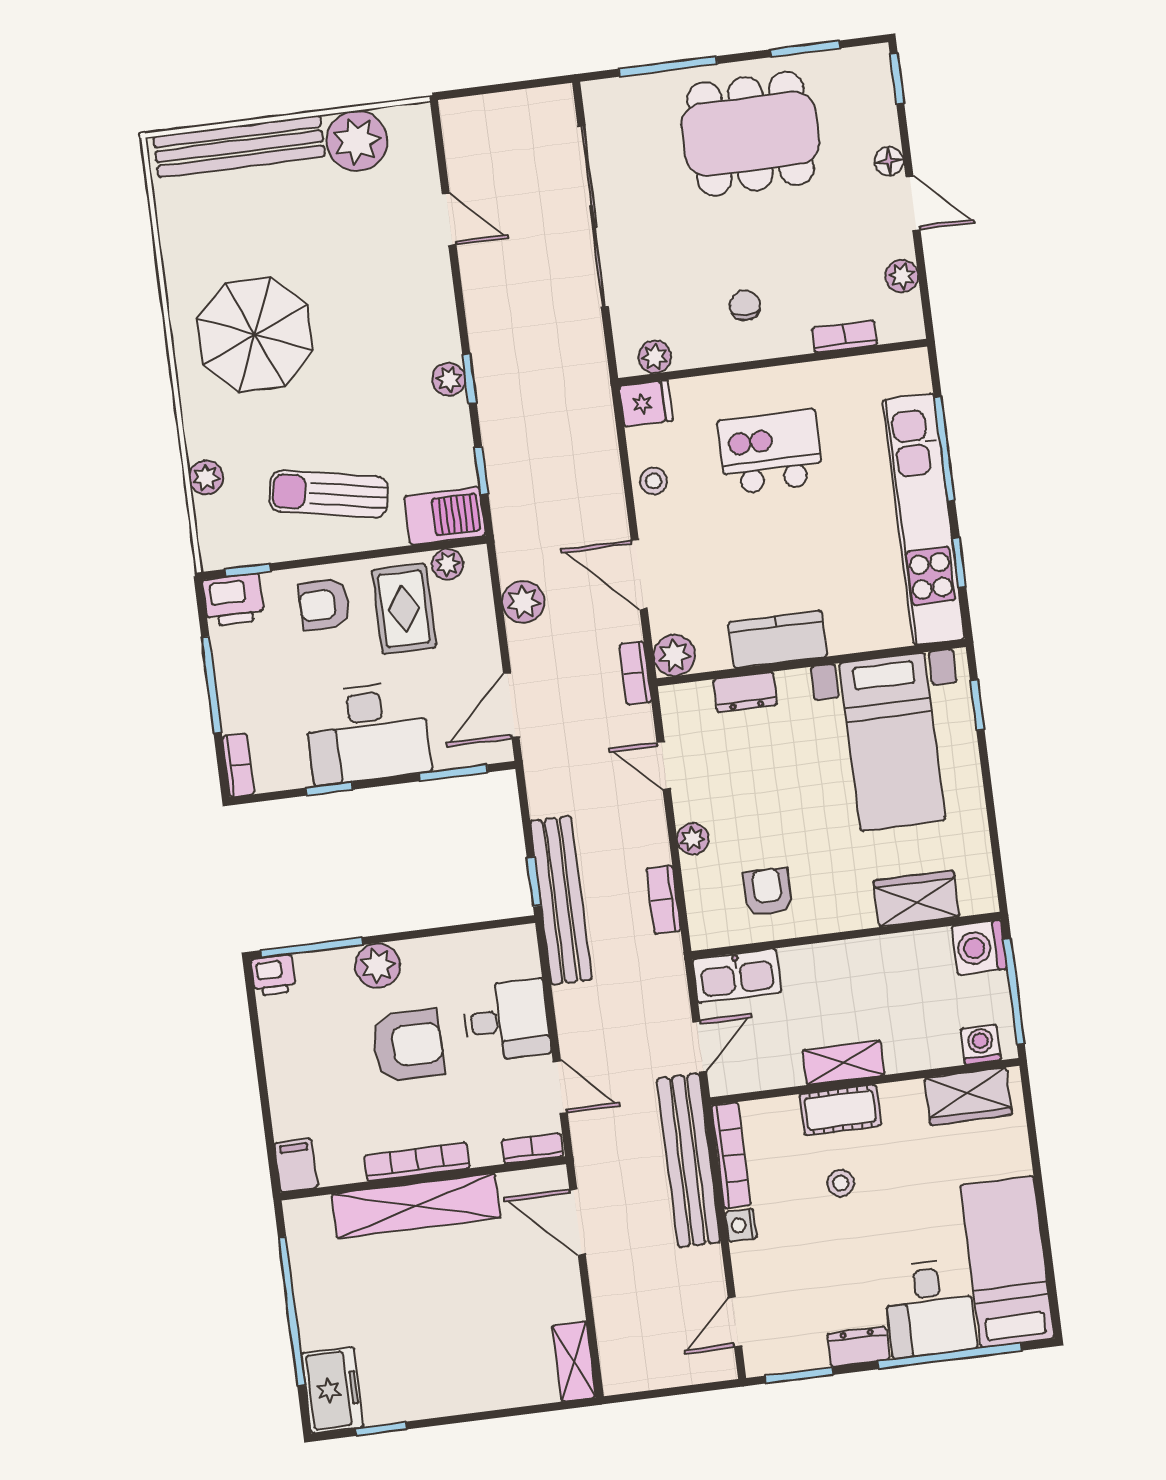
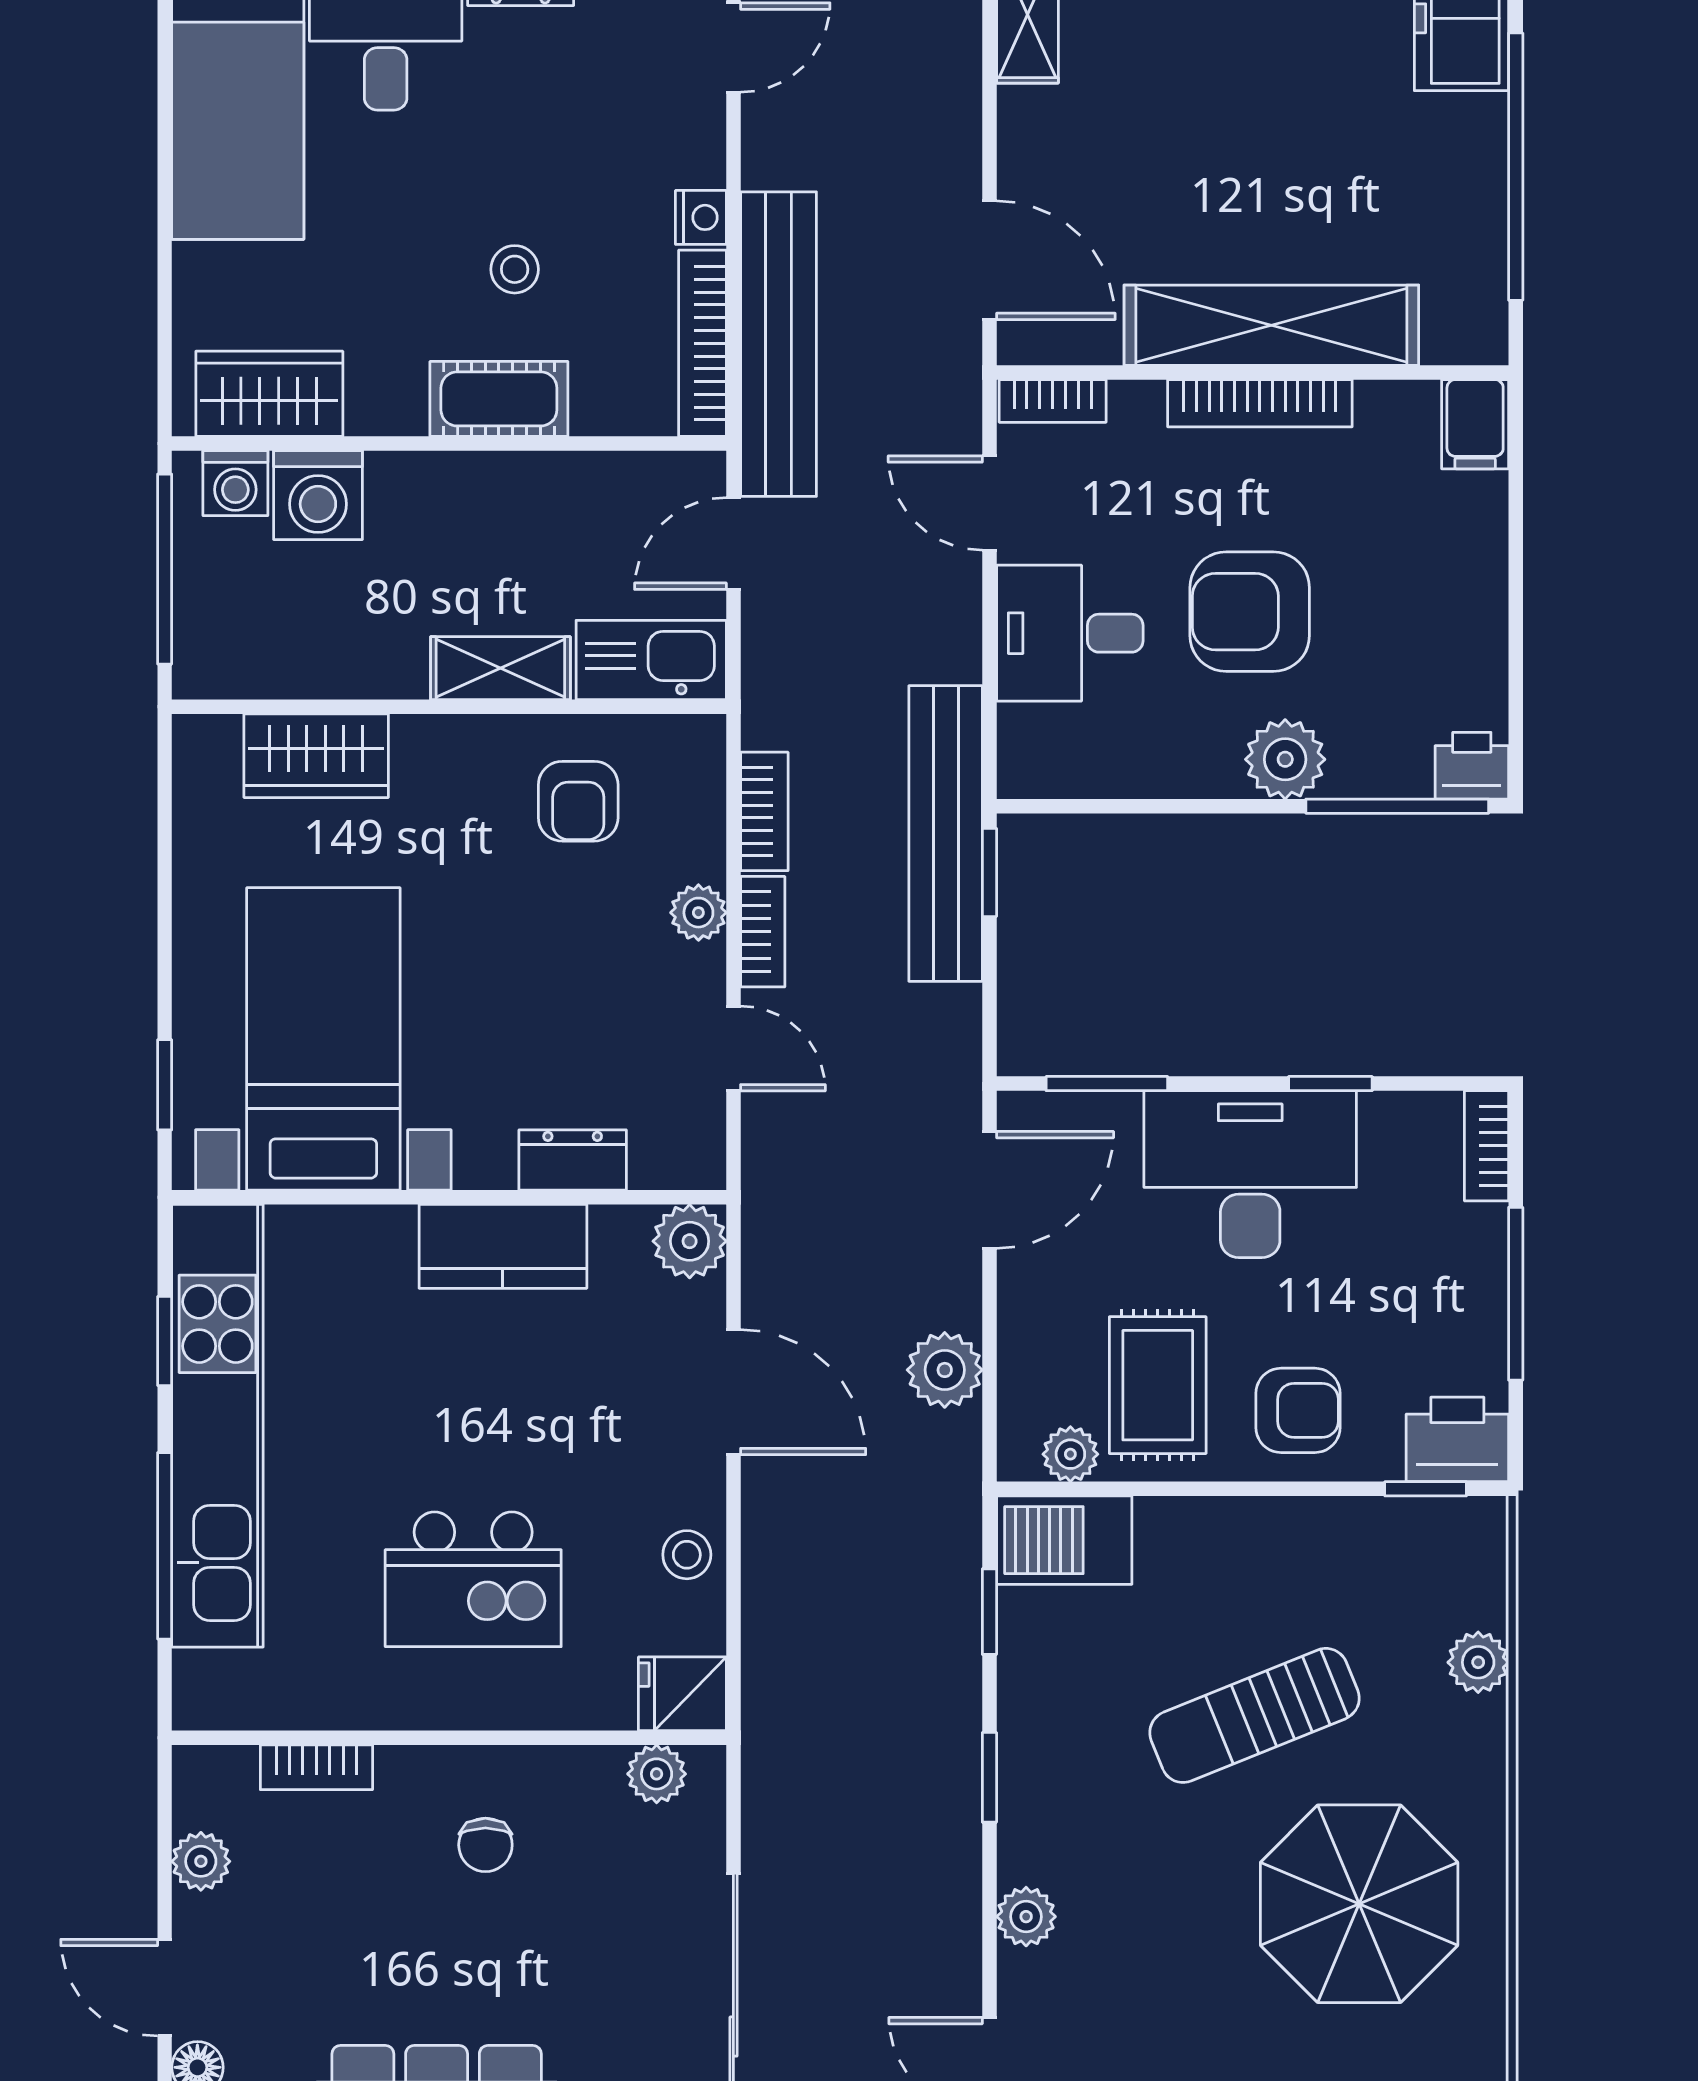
plant: (449, 379) -> (1026, 1917), moved
sun lounger: (329, 494) -> (1254, 1715), moved, turned 147
bookcase: (635, 673) -> (763, 932), moved
washing machine: (979, 947) -> (318, 495), moved, turned 90
shelving: (843, 1063) -> (500, 668), moved

